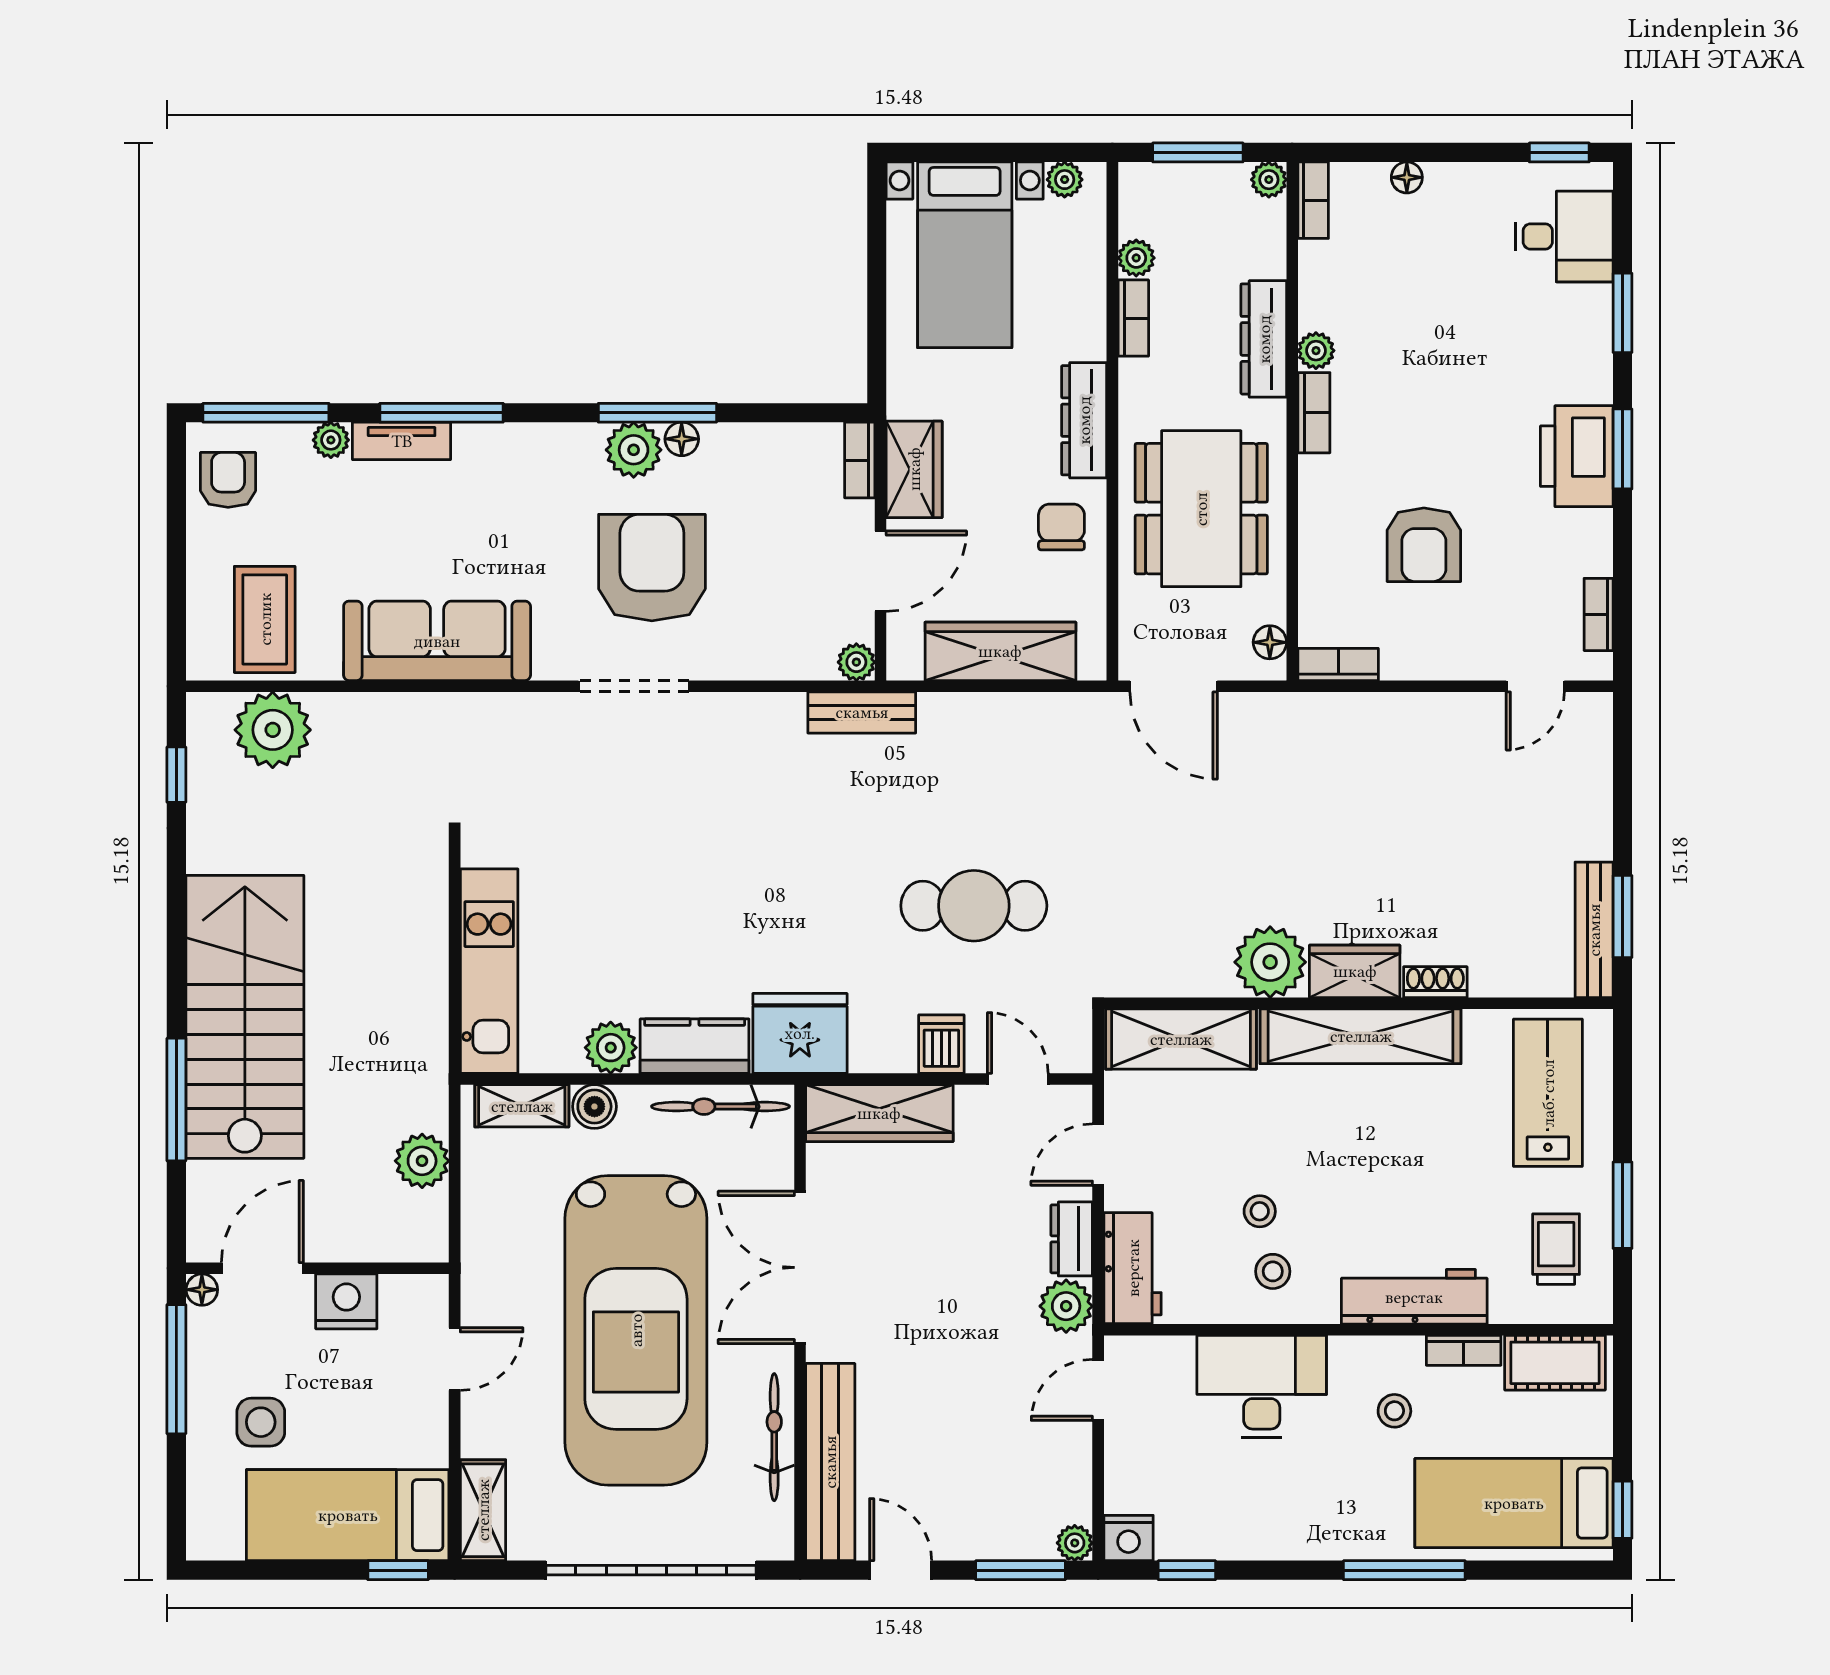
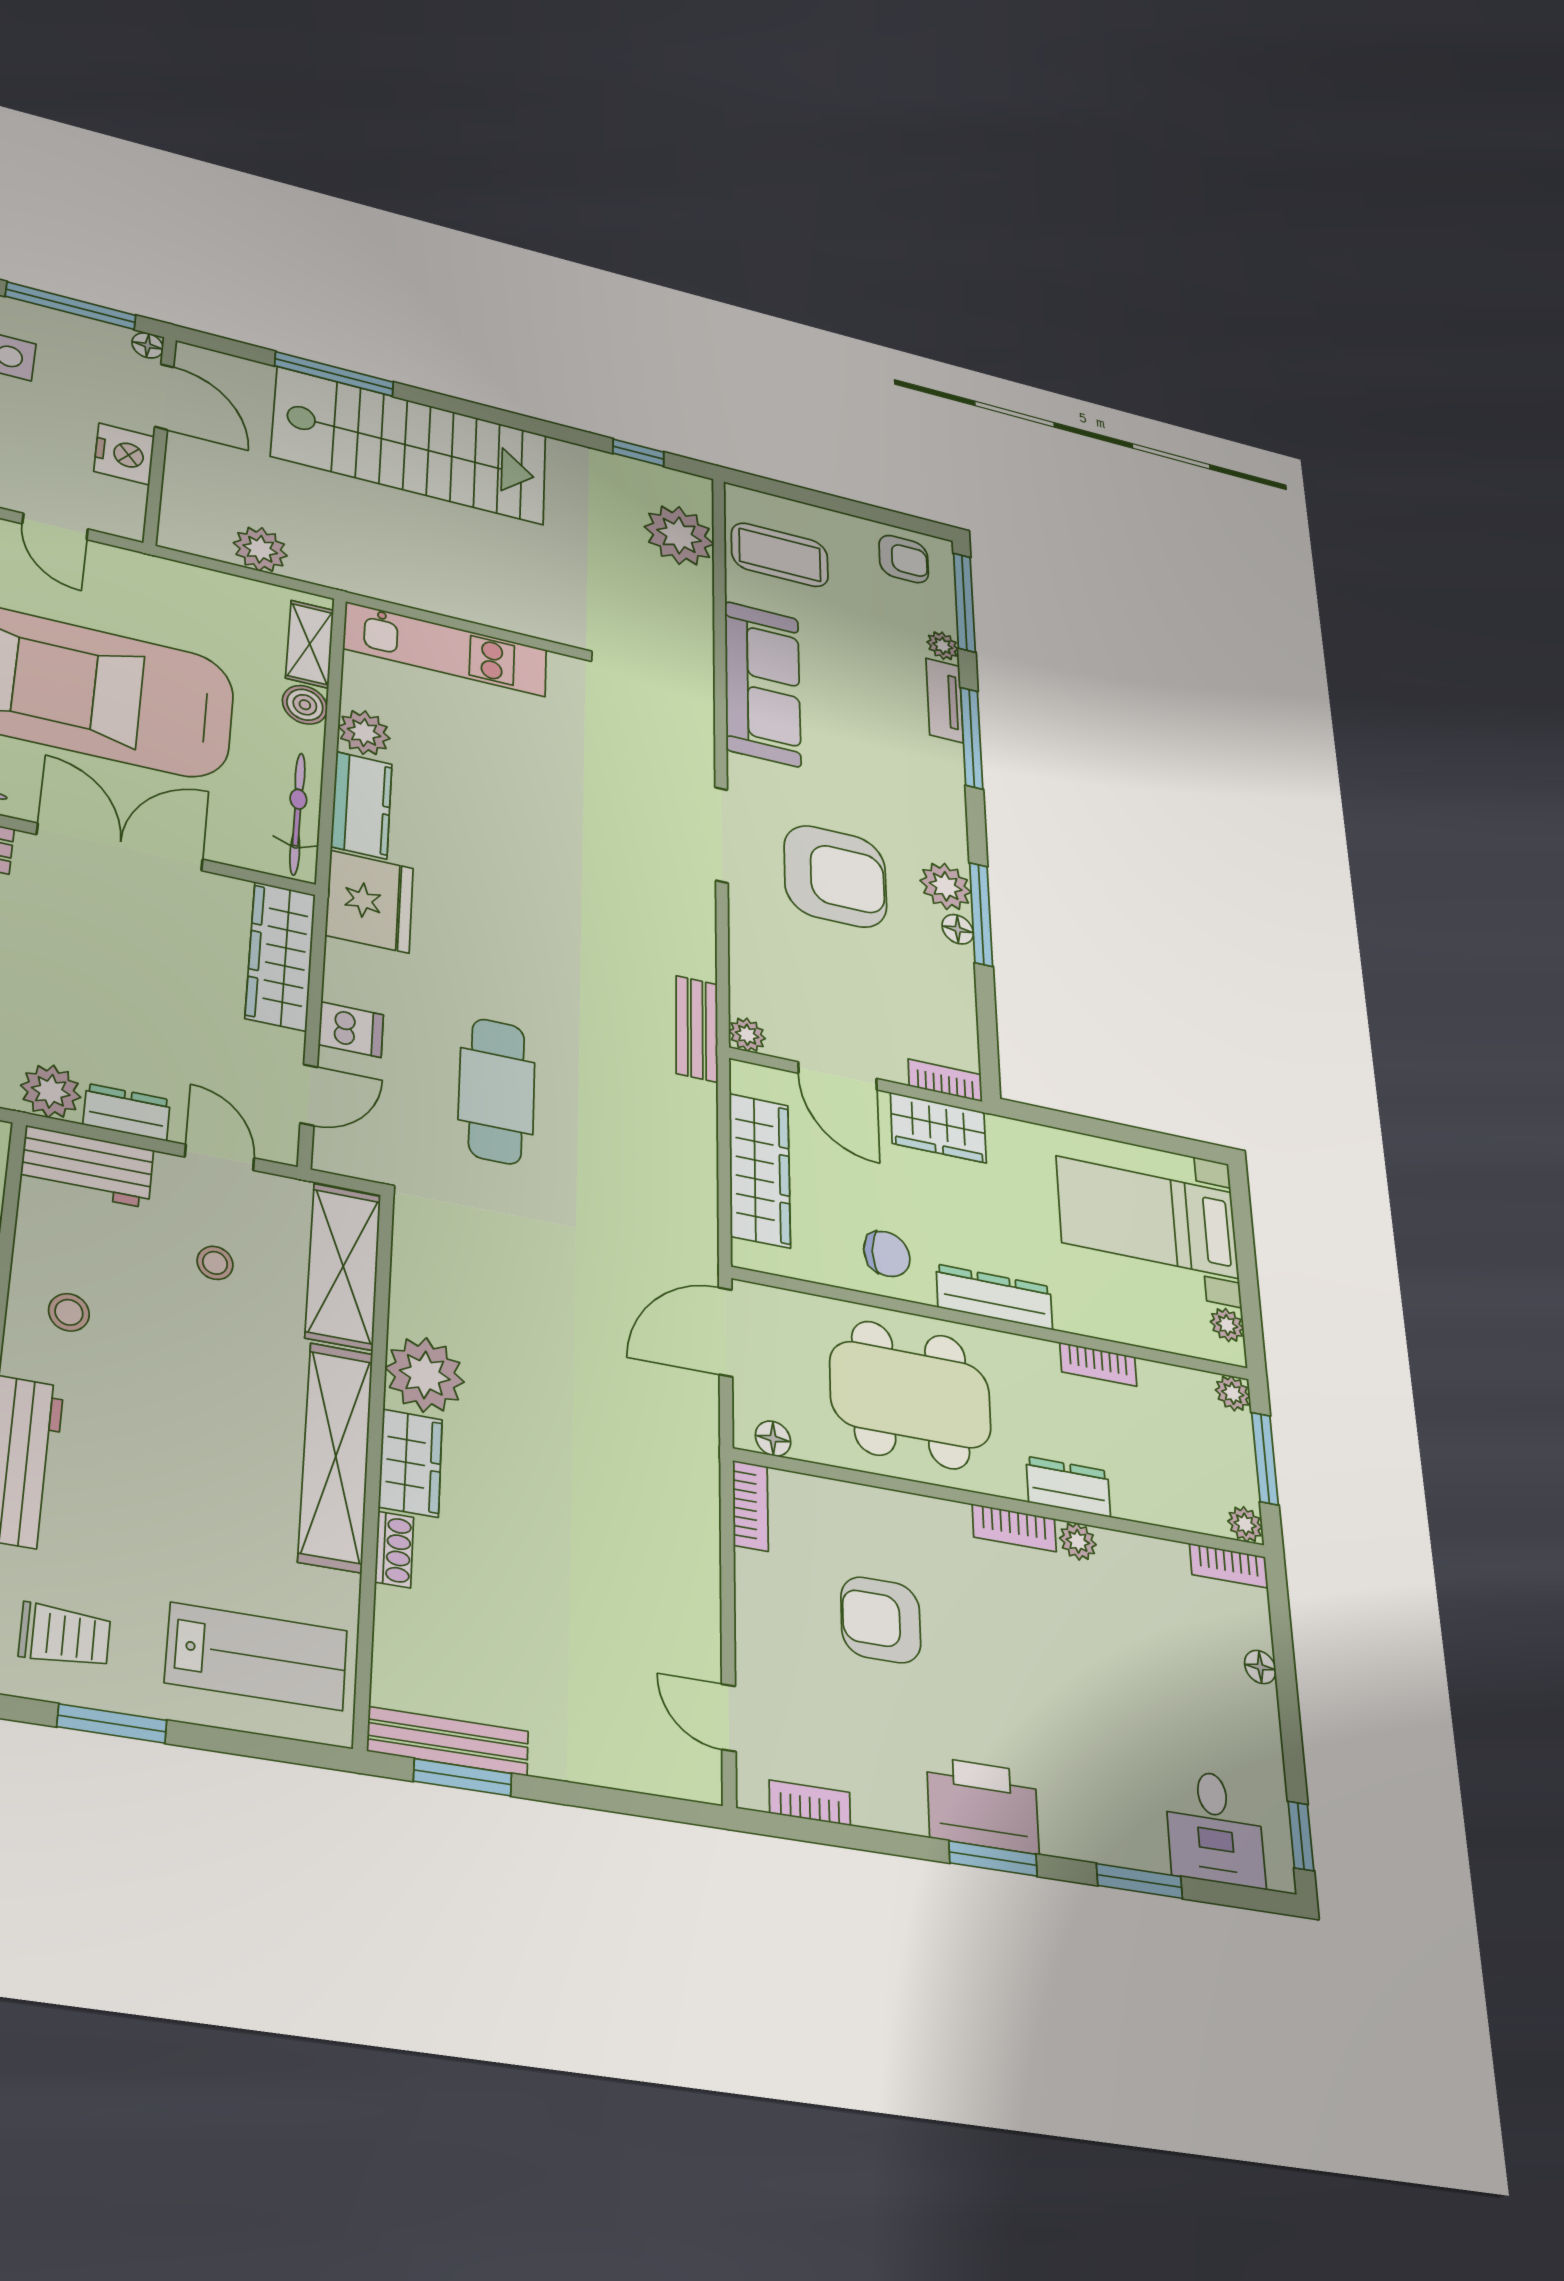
plant: (1136, 258) -> (1233, 1393), moved
dresser: (1264, 339) -> (1068, 1487), width x0.70
stool: (1260, 1211) -> (215, 1263), moved

